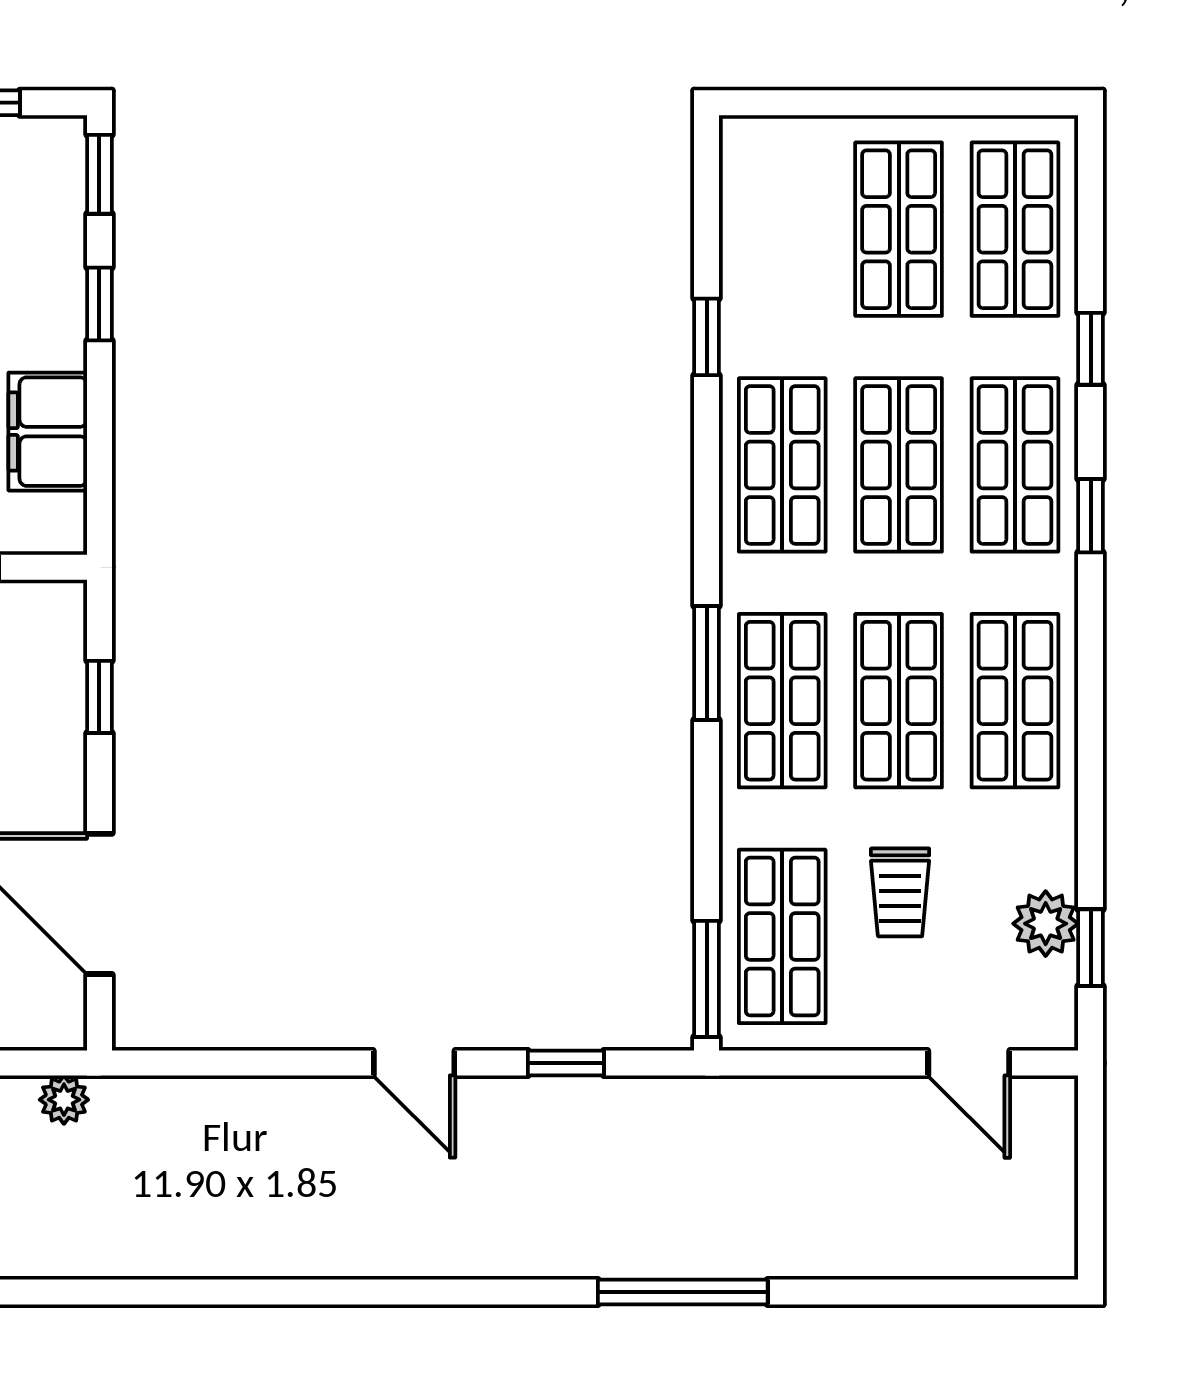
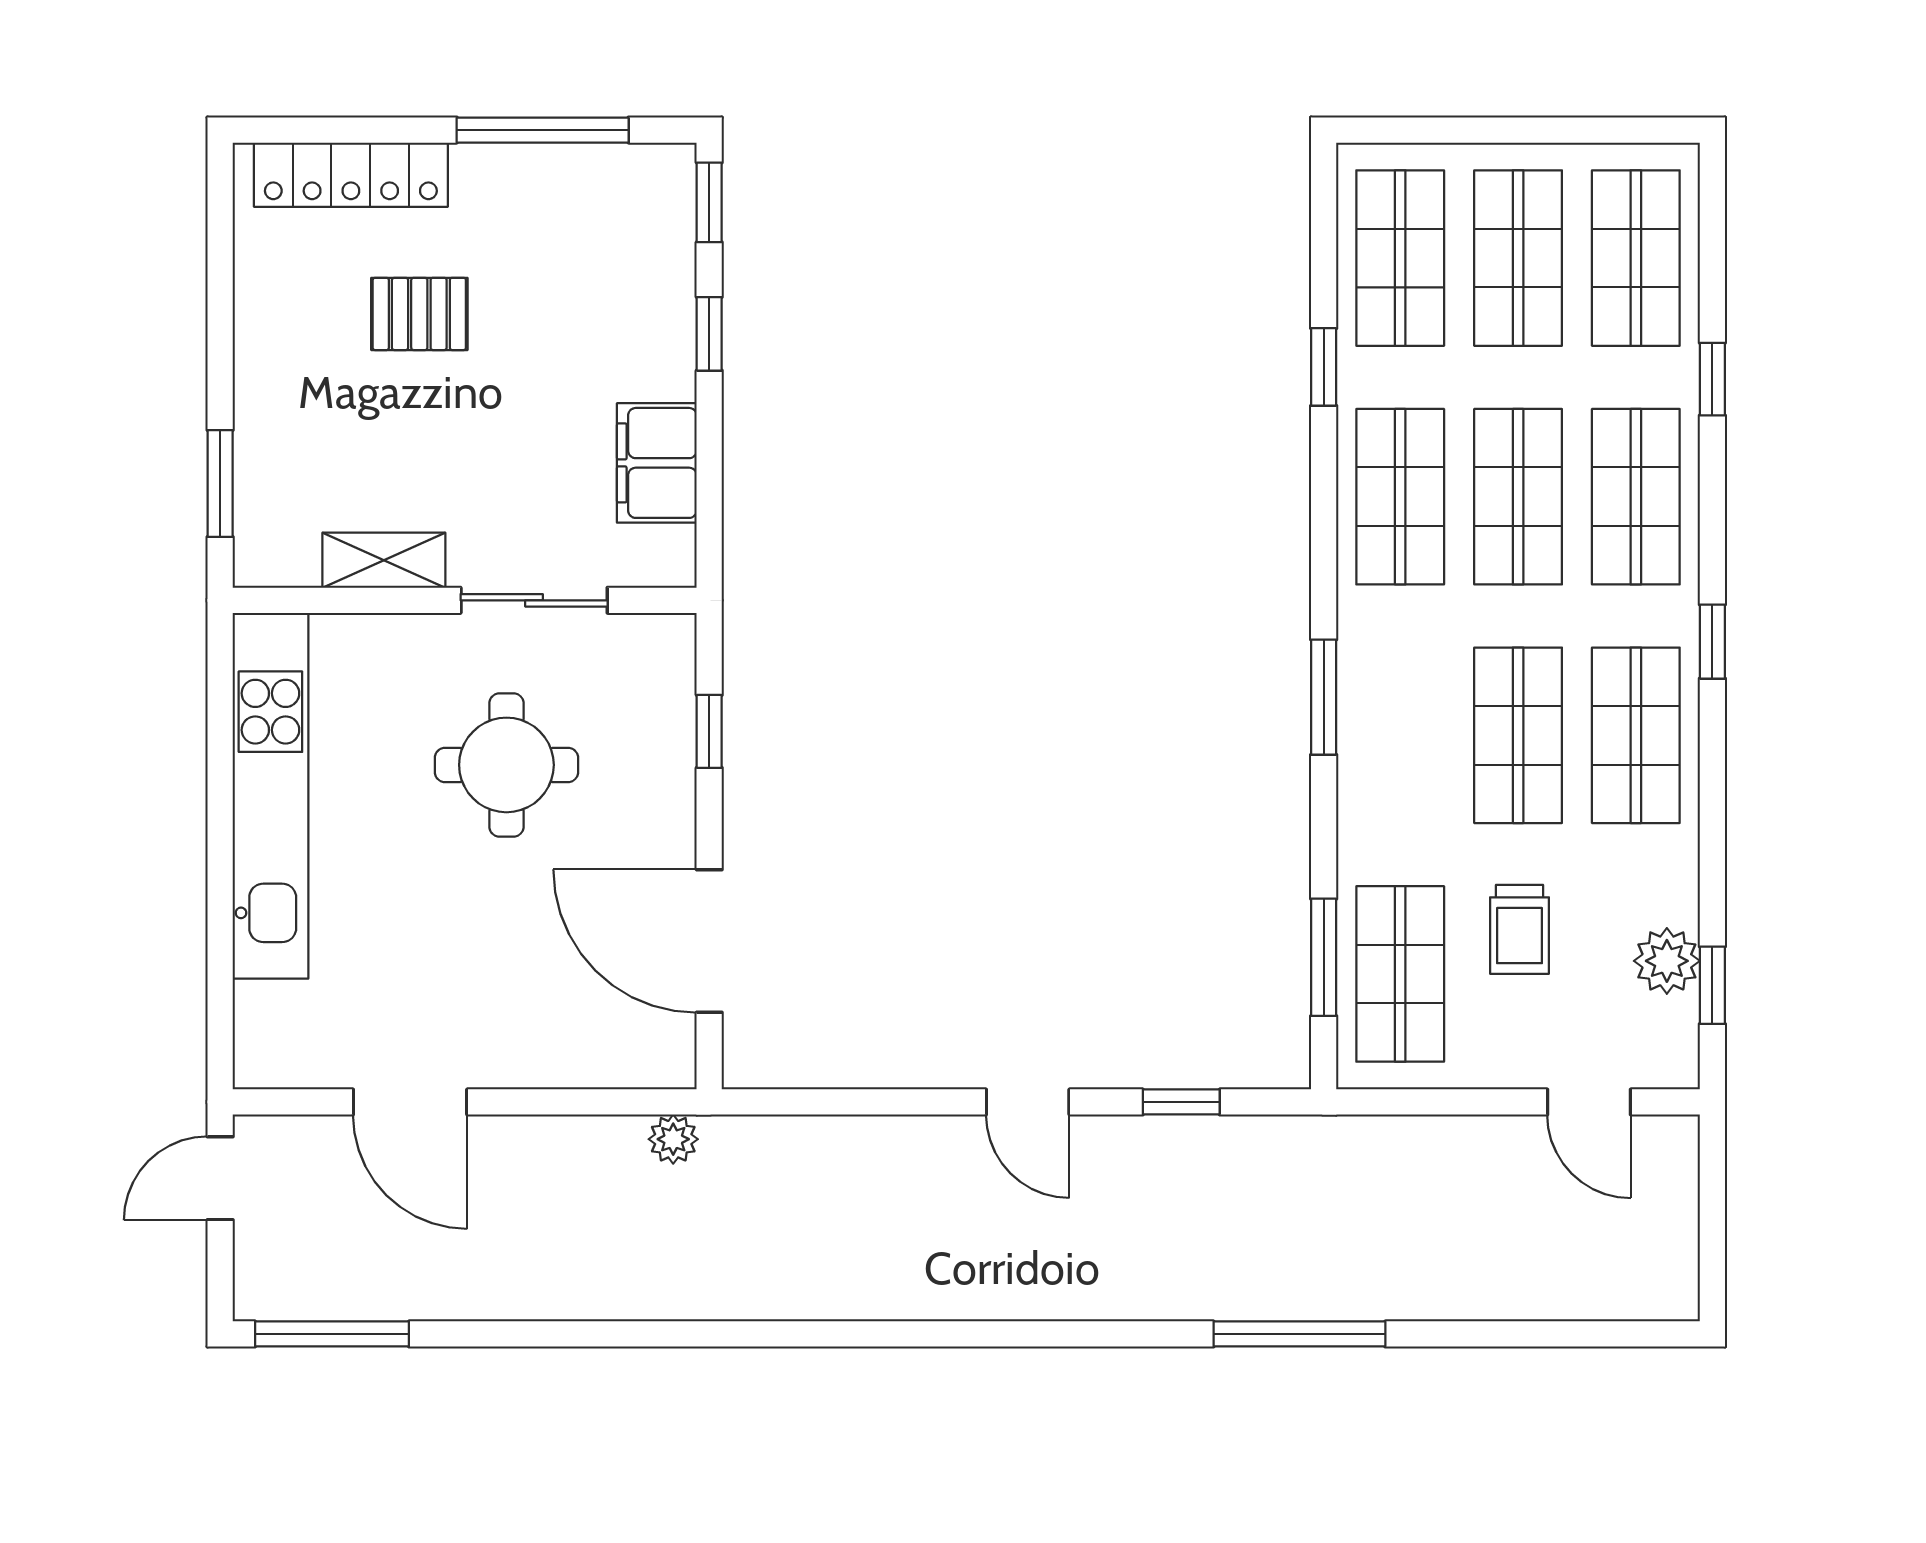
window: (1091, 516) -> (1712, 642), moved
shop shelf: (782, 701) -> (1400, 258), moved
window: (707, 979) -> (1324, 957), moved

